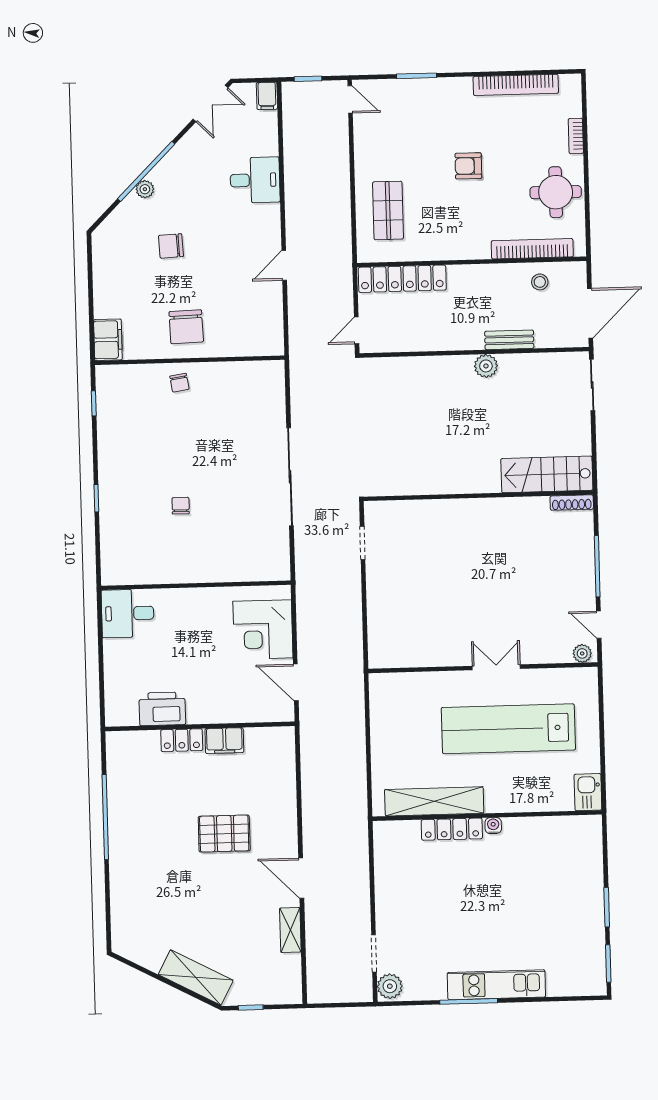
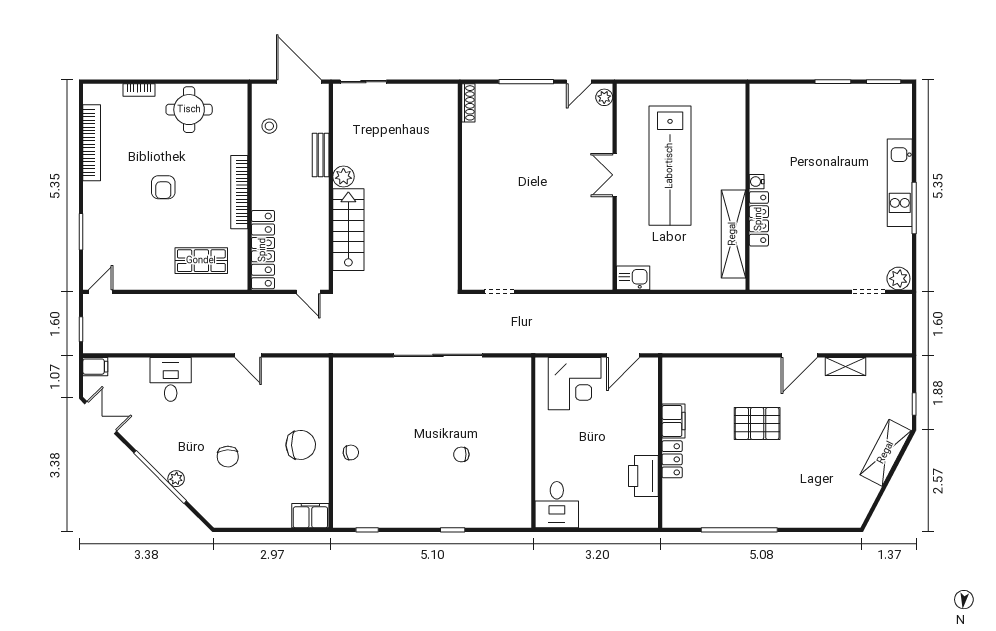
bookcase: (532, 249) -> (239, 192), moved
stairs: (547, 474) -> (348, 230), moved, turned 180
kitchen sink: (588, 792) -> (633, 278), moved, turned 180
pallet: (224, 834) -> (757, 423), turned 90

